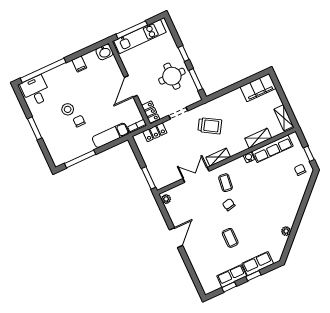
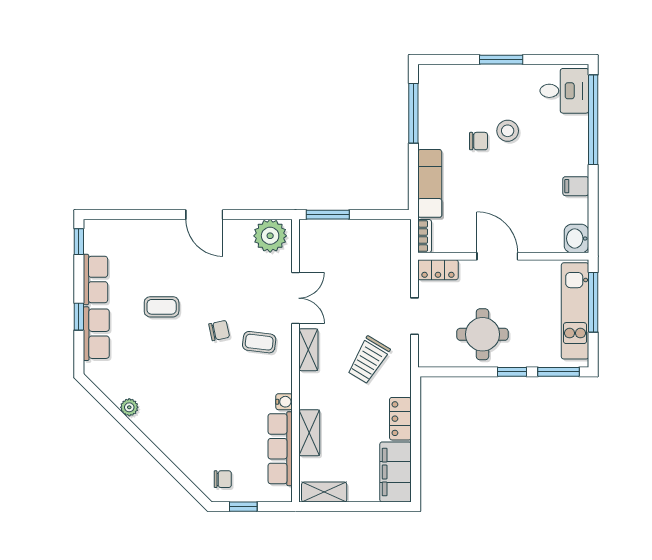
window: (196, 80) -> (558, 372), moved
locker: (155, 132) -> (400, 419), moved
plant: (166, 199) -> (270, 236), width x1.88, depth x1.88
window: (229, 287) -> (79, 242), moved

